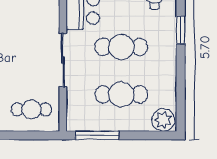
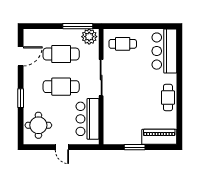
door: (181, 91) -> (21, 56), added
plant: (163, 120) -> (89, 37), moved

